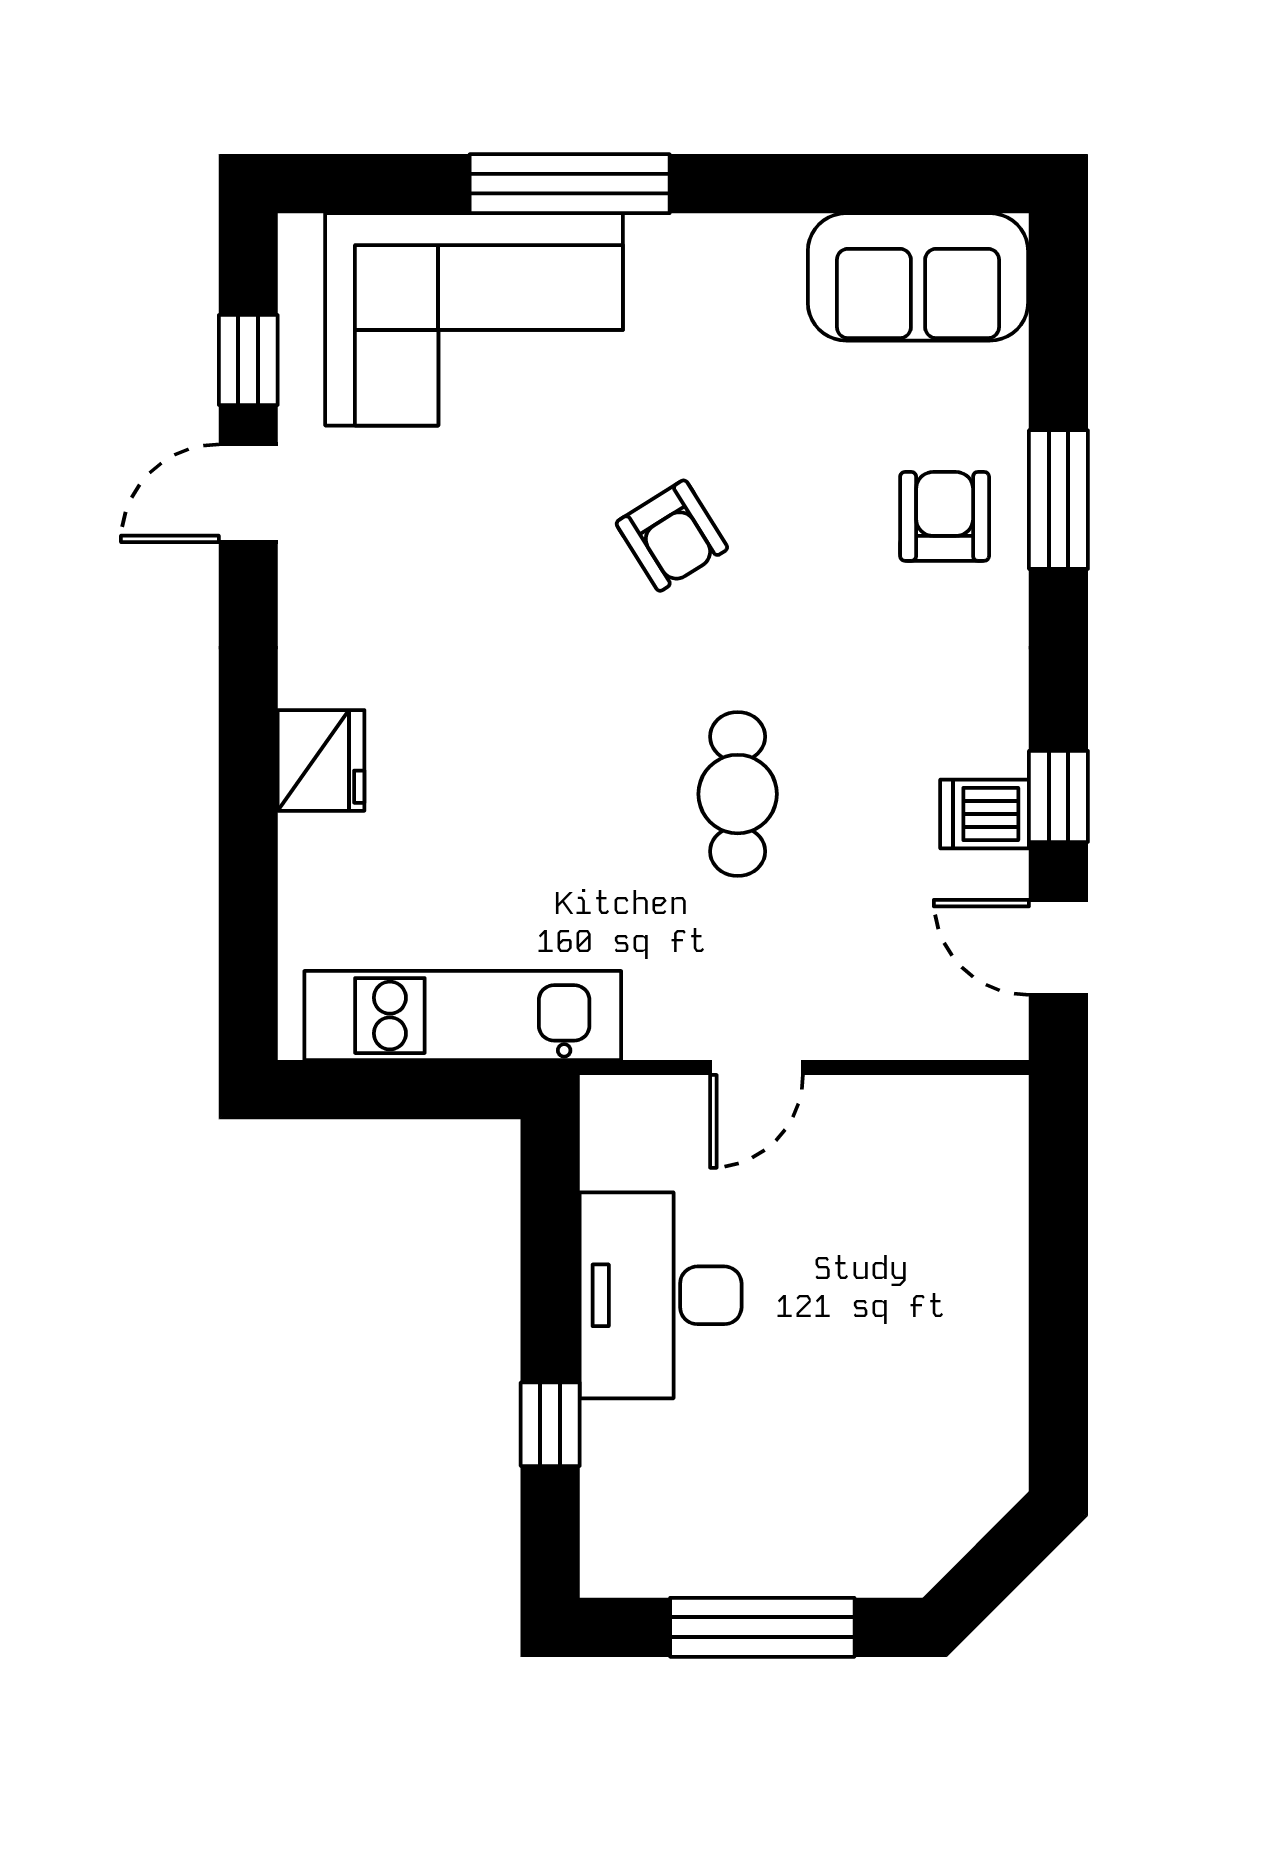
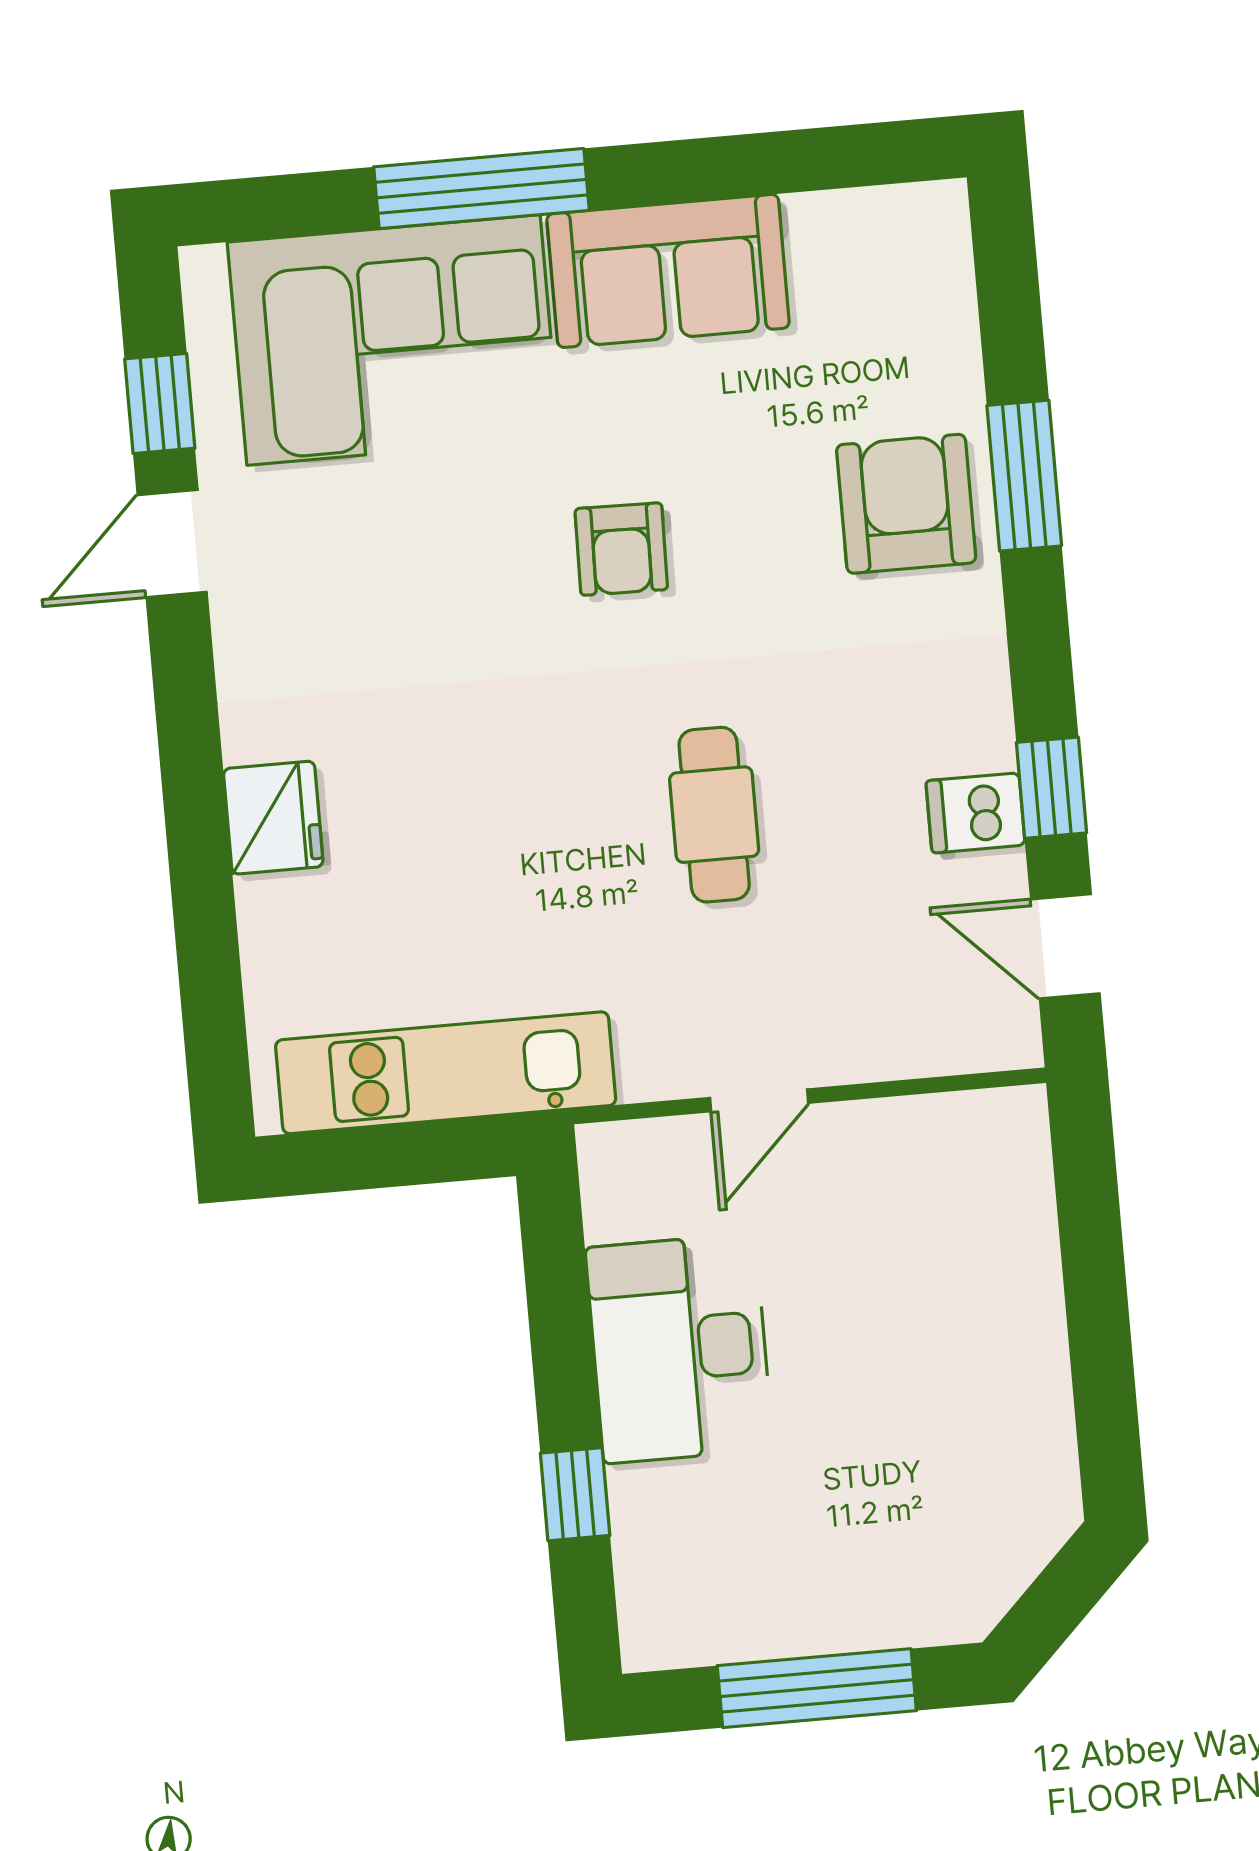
sofa: (918, 277) -> (668, 271), moved
armchair: (945, 516) -> (906, 504), width x1.38, depth x1.38
armchair: (672, 536) -> (621, 549), turned 33

